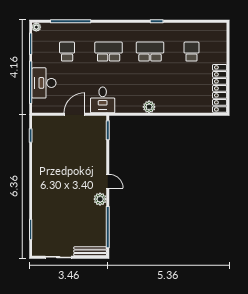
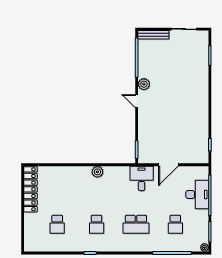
school desk: (150, 52) -> (97, 224), width x0.54

